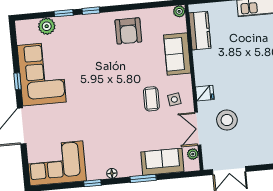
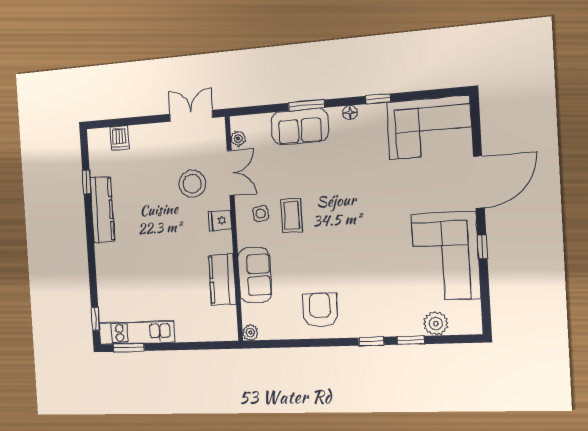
kitchen counter: (200, 31) -> (222, 280), moved
sofa: (162, 162) -> (300, 127), moved

